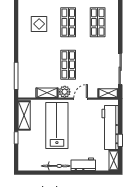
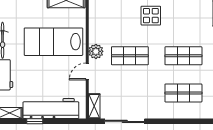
display table: (39, 24) -> (151, 16), moved
shelving: (47, 93) -> (95, 29), removed
door: (81, 99) -> (87, 72), swing flipped
lab bench: (57, 125) -> (53, 42), turned 180

